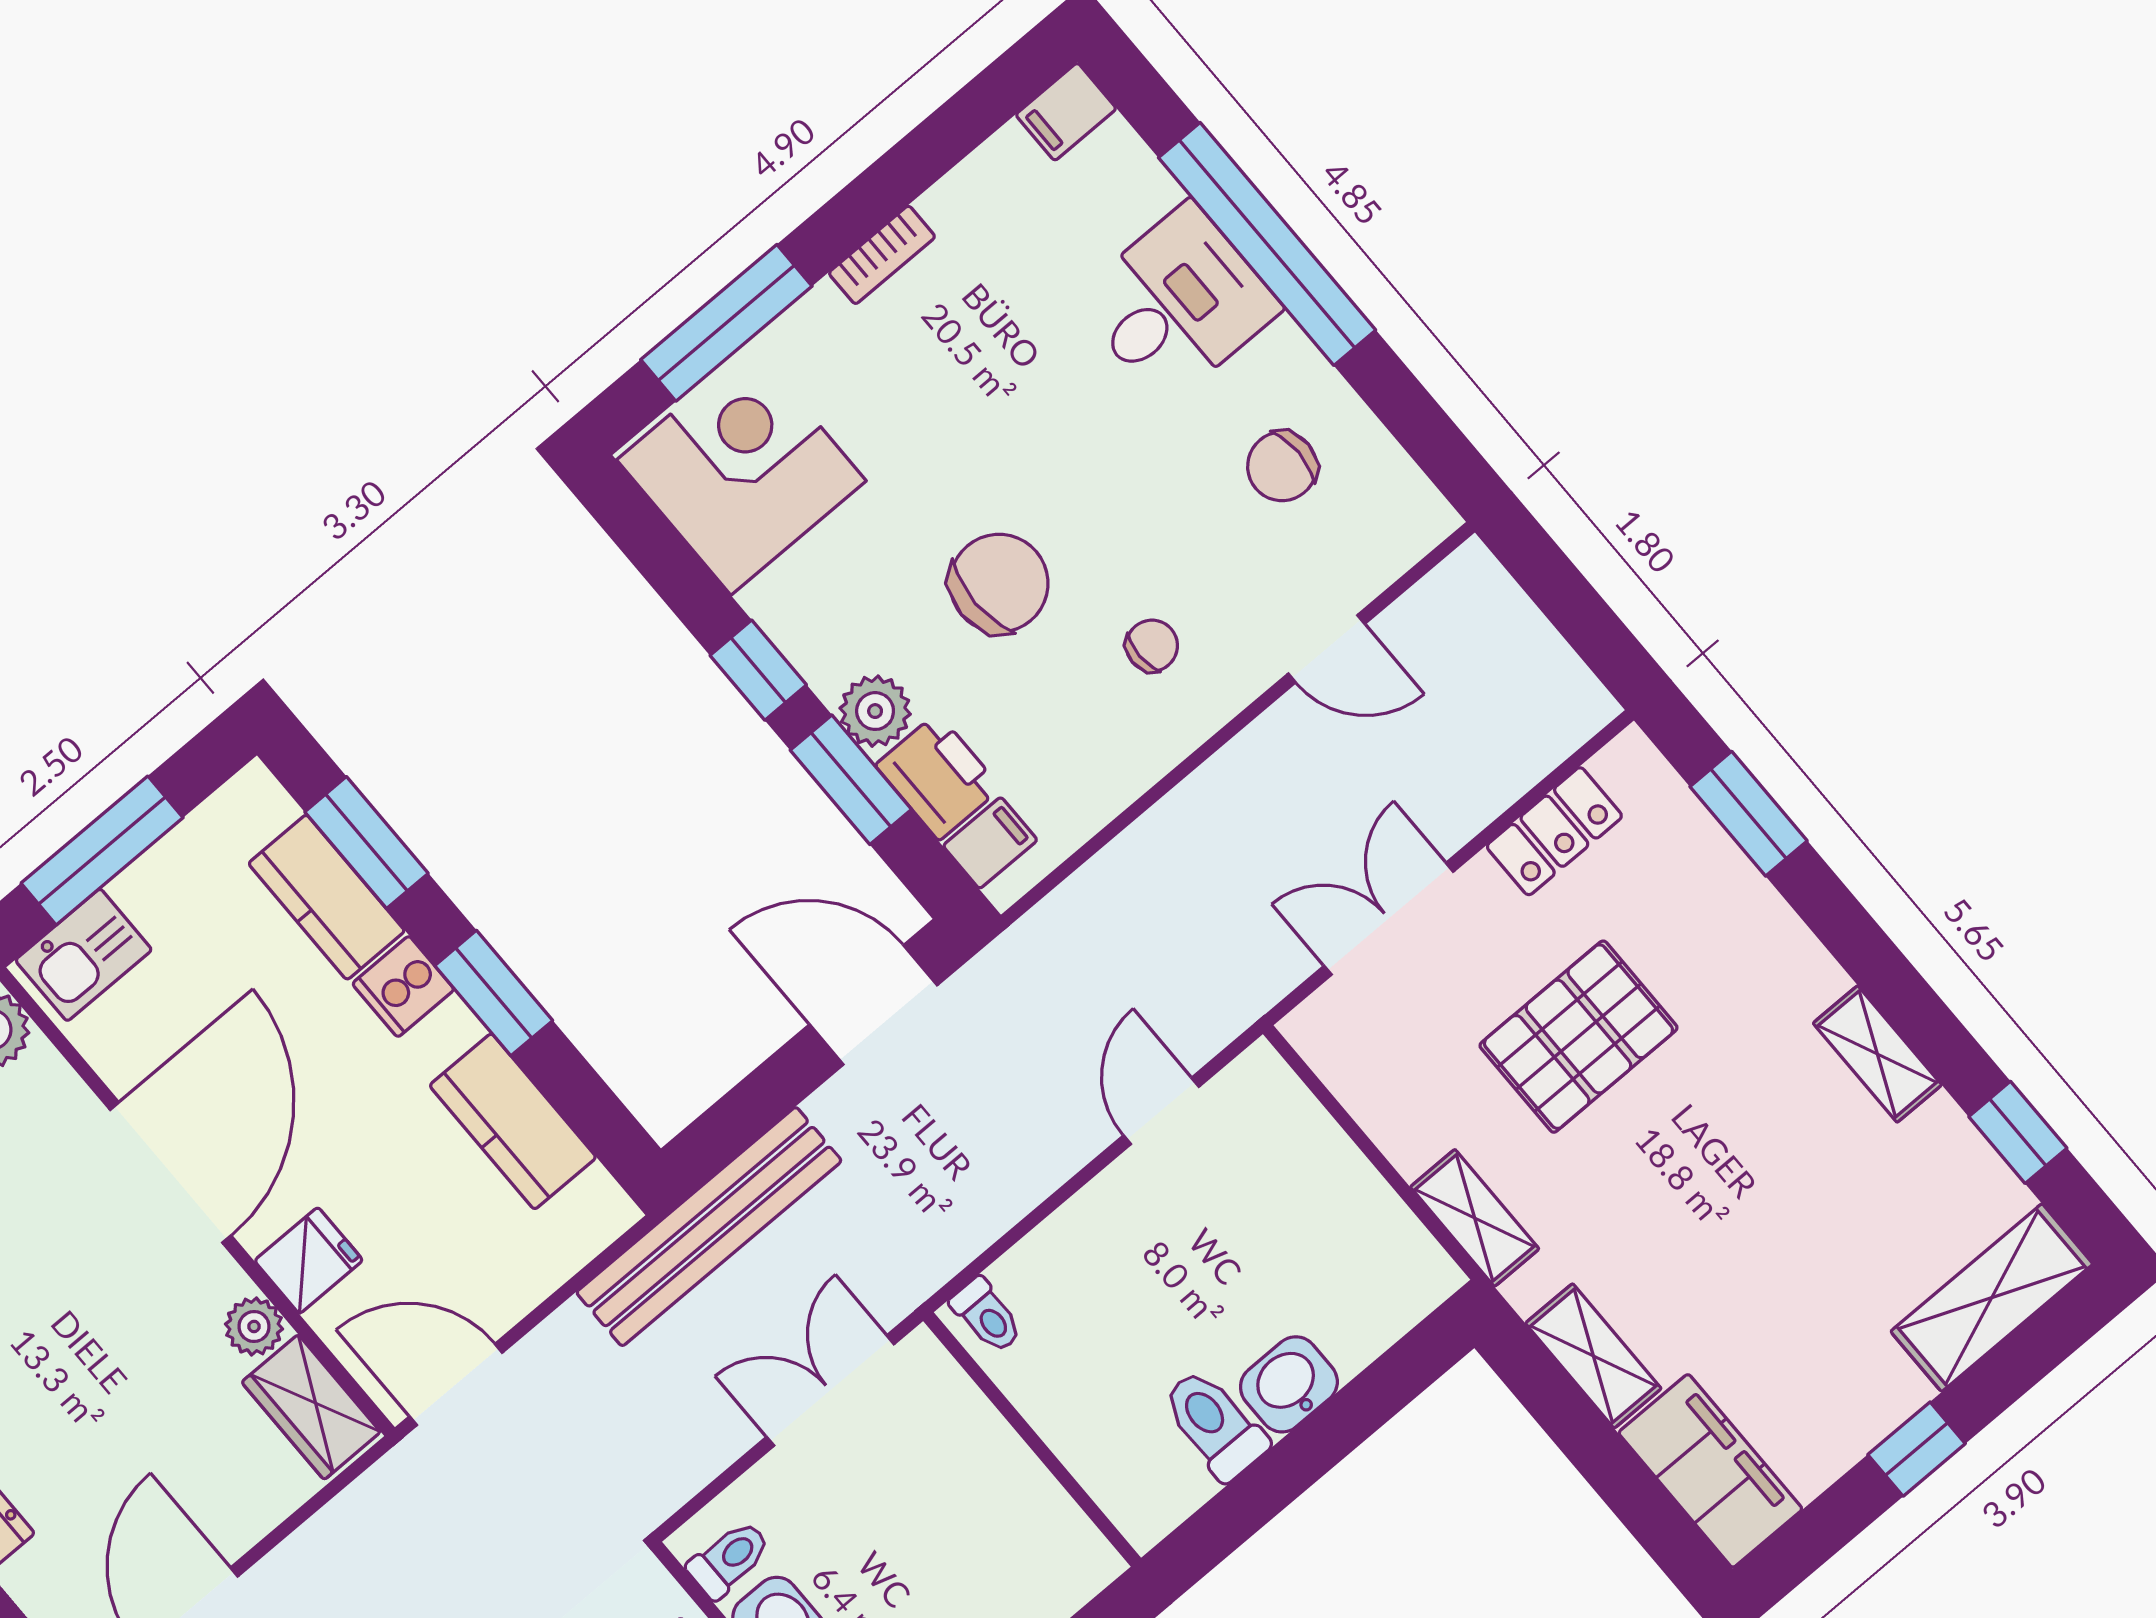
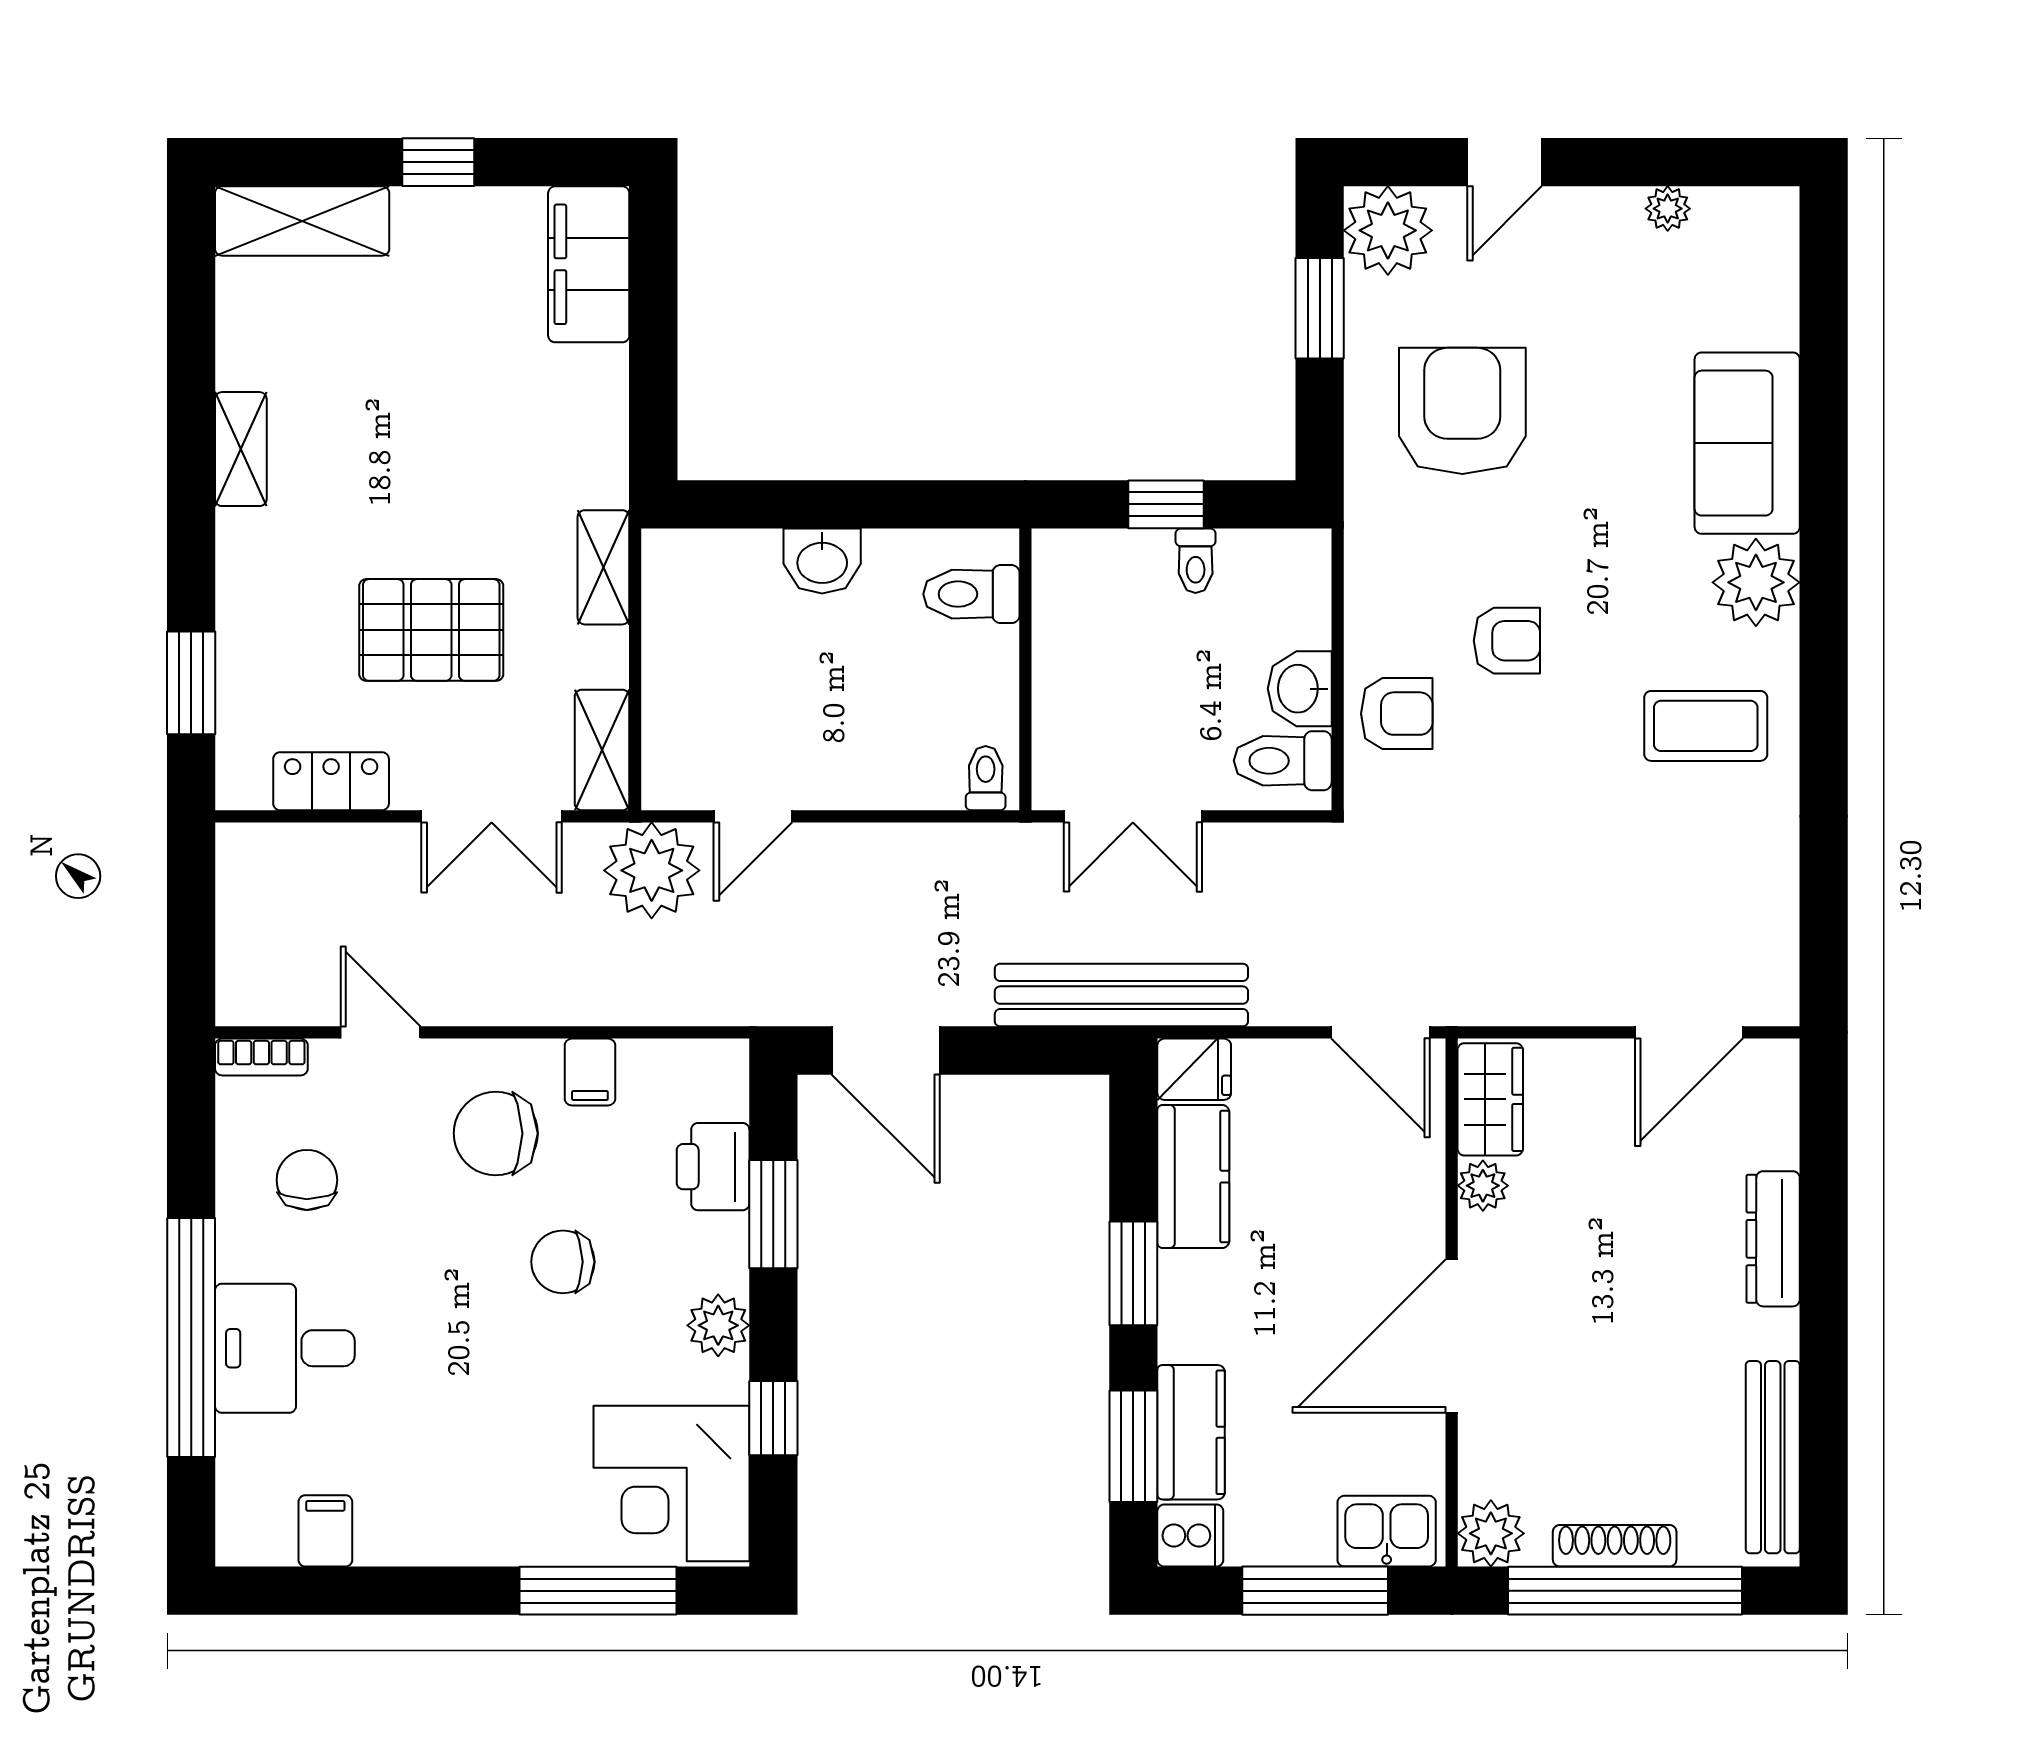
filing cabinet: (1066, 112) -> (325, 1531), moved, turned -90
bookcase: (882, 255) -> (261, 1057), moved, turned 180
chair: (1282, 466) -> (307, 1180), turned -90
chair: (999, 583) -> (563, 1262), width x0.73, depth x0.73
chair: (1152, 646) -> (496, 1133), width x1.87, depth x1.87
window: (758, 670) -> (773, 1418), moved
plant: (875, 711) -> (718, 1325), moved
filing cabinet: (990, 843) -> (590, 1072), moved, turned -90
cooker: (403, 987) -> (1190, 1536), moved
plant: (1210, 989) -> (652, 870), added
window: (2018, 1132) -> (191, 317), removed
fridge: (309, 1260) -> (1194, 1069), moved, turned 180
shelving: (1593, 1356) -> (602, 750), moved
toilet: (1214, 1424) -> (971, 594), moved, turned 90
toilet: (729, 1559) -> (1283, 761), width x1.37, depth x1.39

